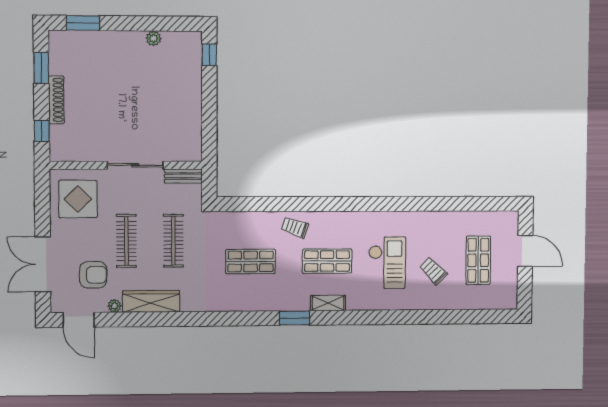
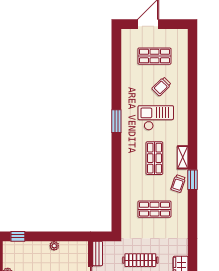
plant: (195, 110) -> (54, 246), added
window: (383, 204) -> (116, 121), added
trolley: (295, 227) -> (178, 184), moved
shop shelf: (251, 261) -> (154, 209), turned 90

